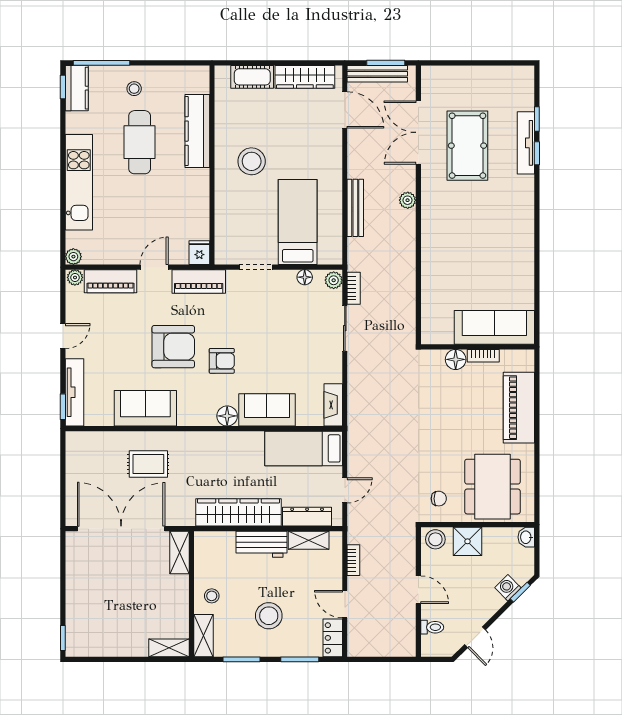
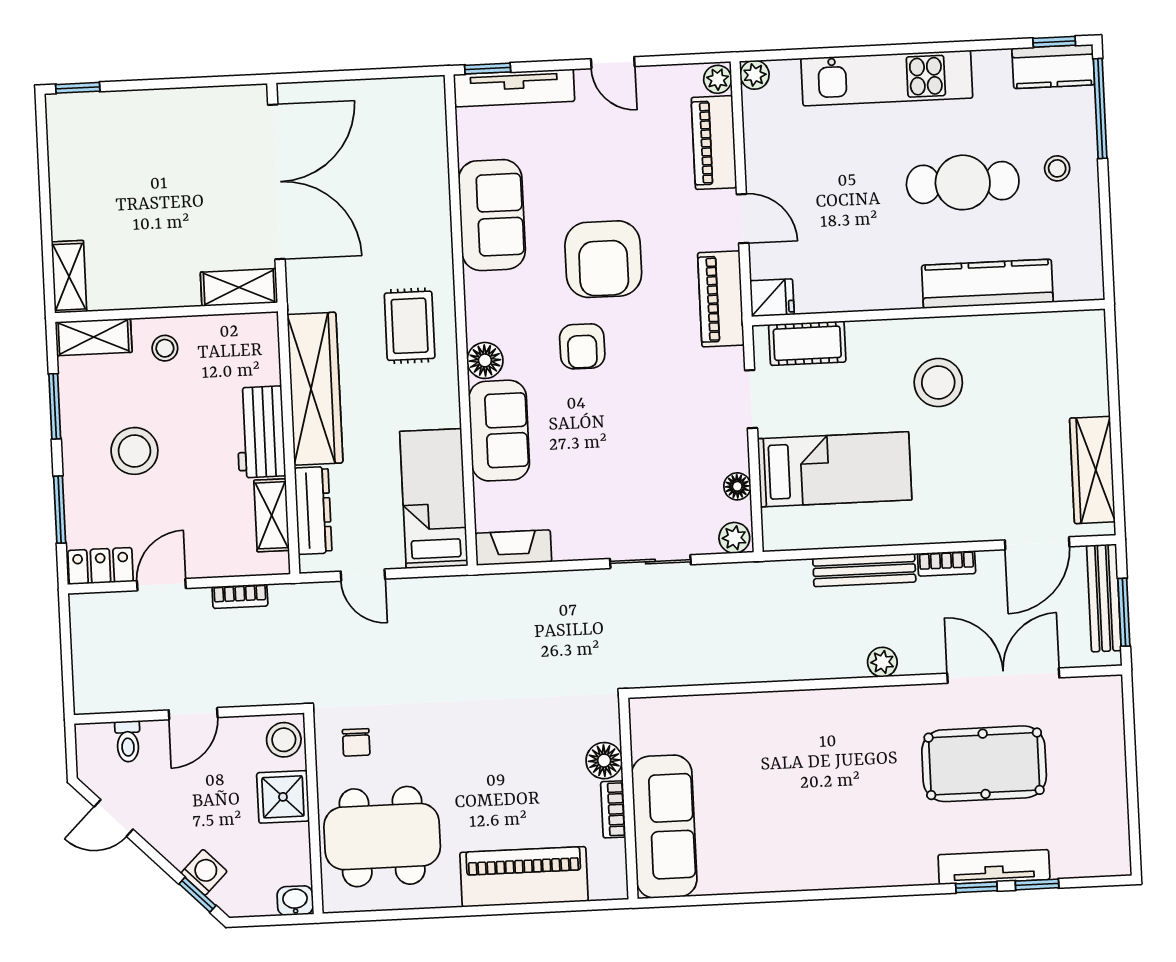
cot: (252, 77) -> (807, 343), moved, turned 90
bookcase: (354, 288) -> (947, 563), moved
rug: (148, 464) -> (410, 326), moved

